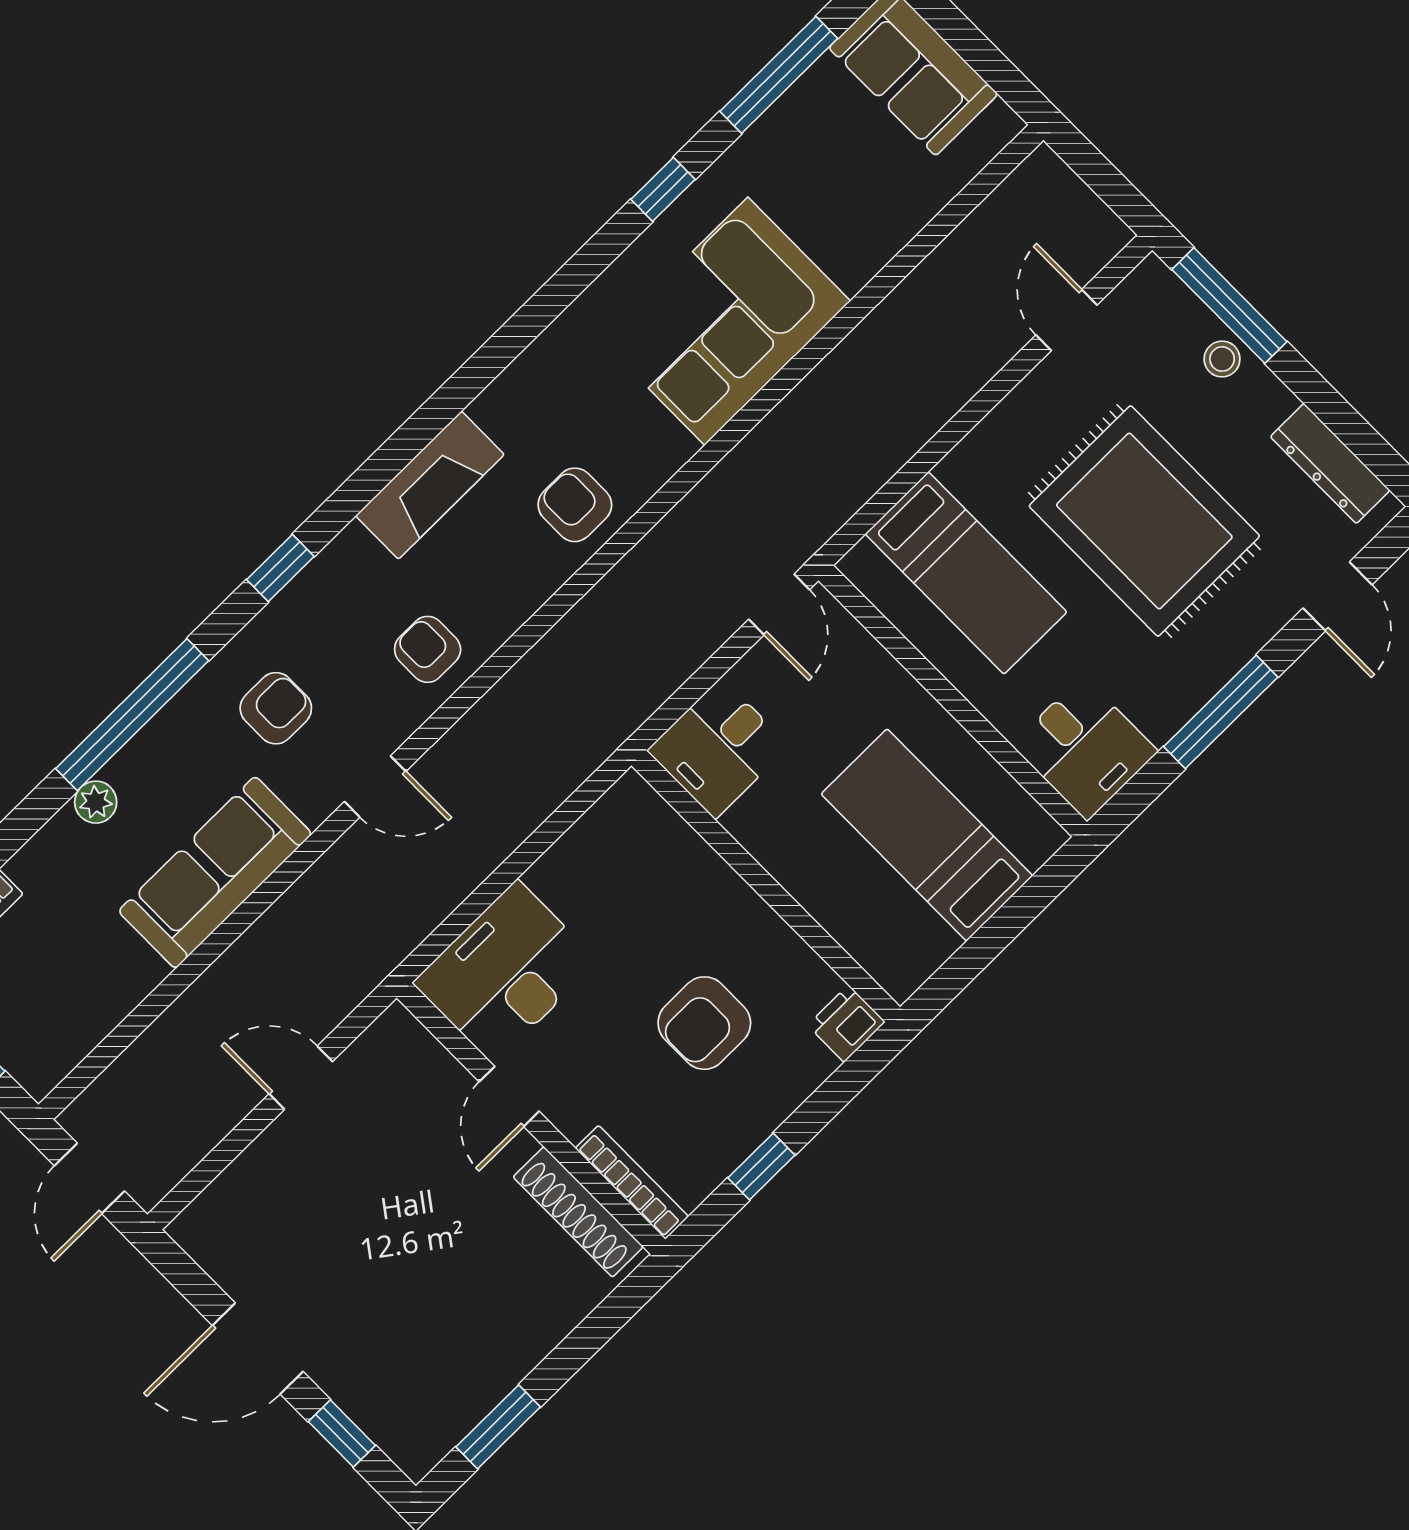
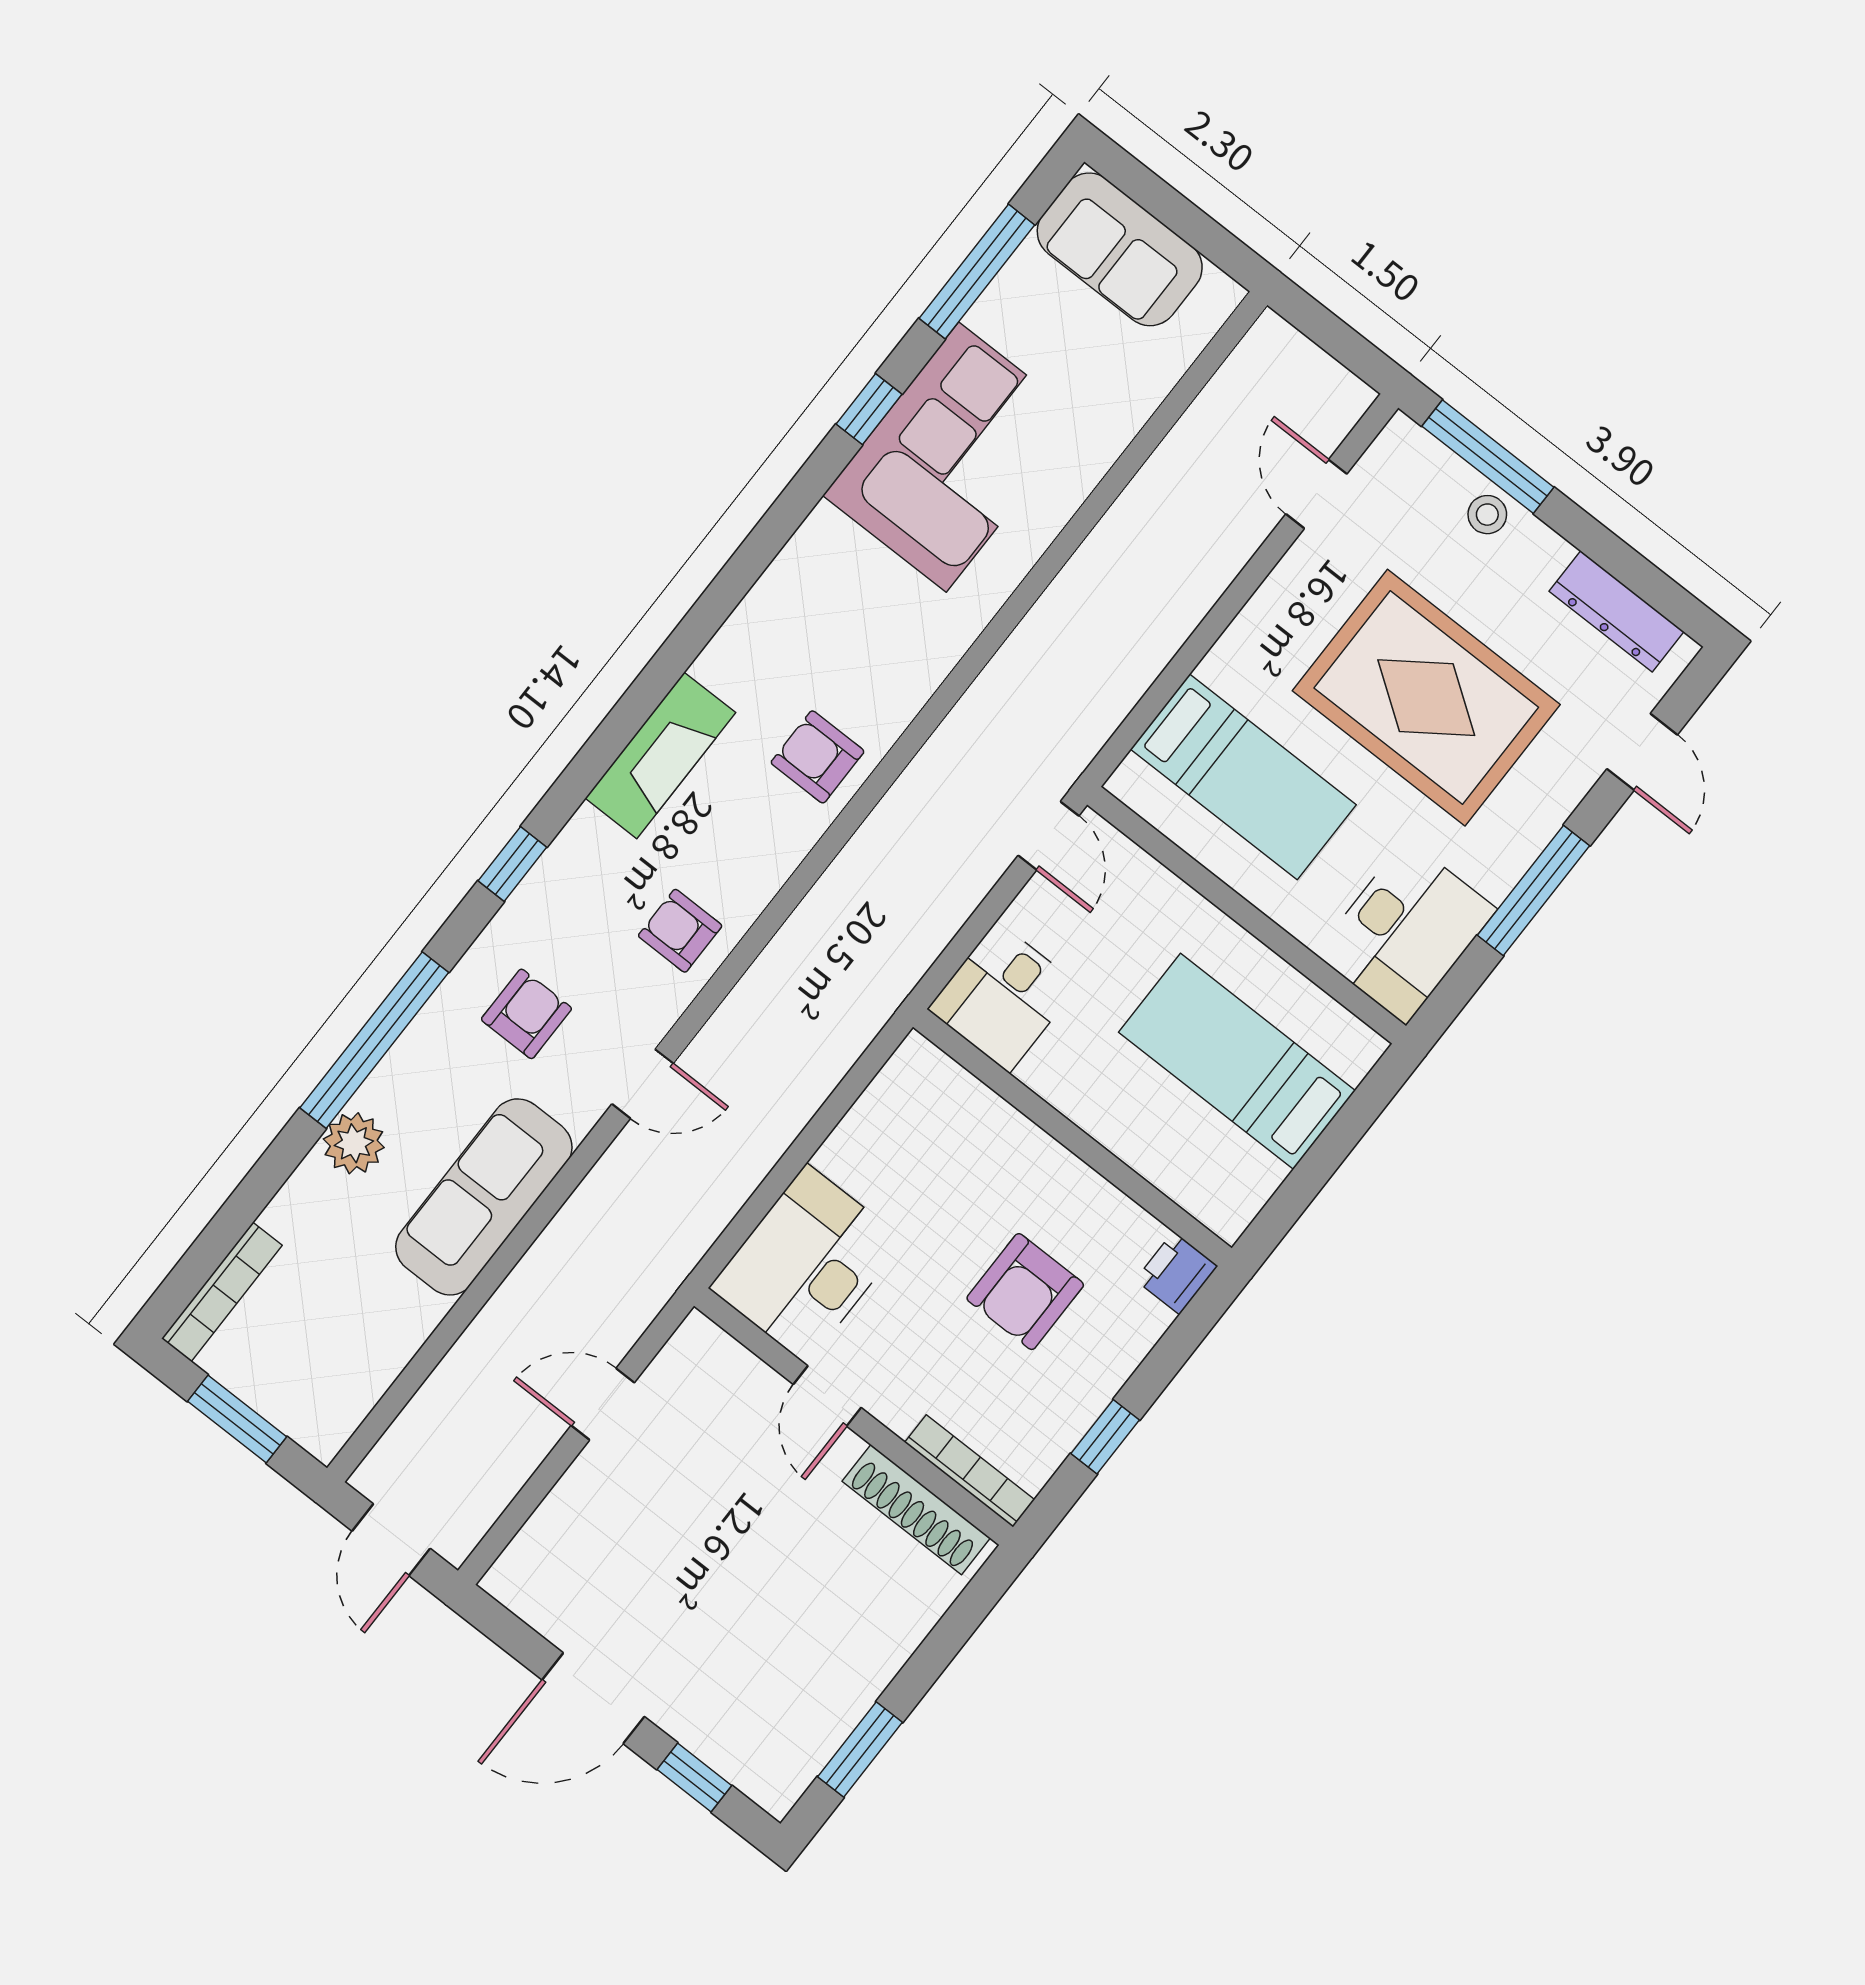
corner sofa: (726, 321) -> (952, 457), moved, turned 180
desk: (1085, 748) -> (1406, 932), width x1.37
plant: (96, 802) -> (354, 1143), width x1.38, depth x1.38

